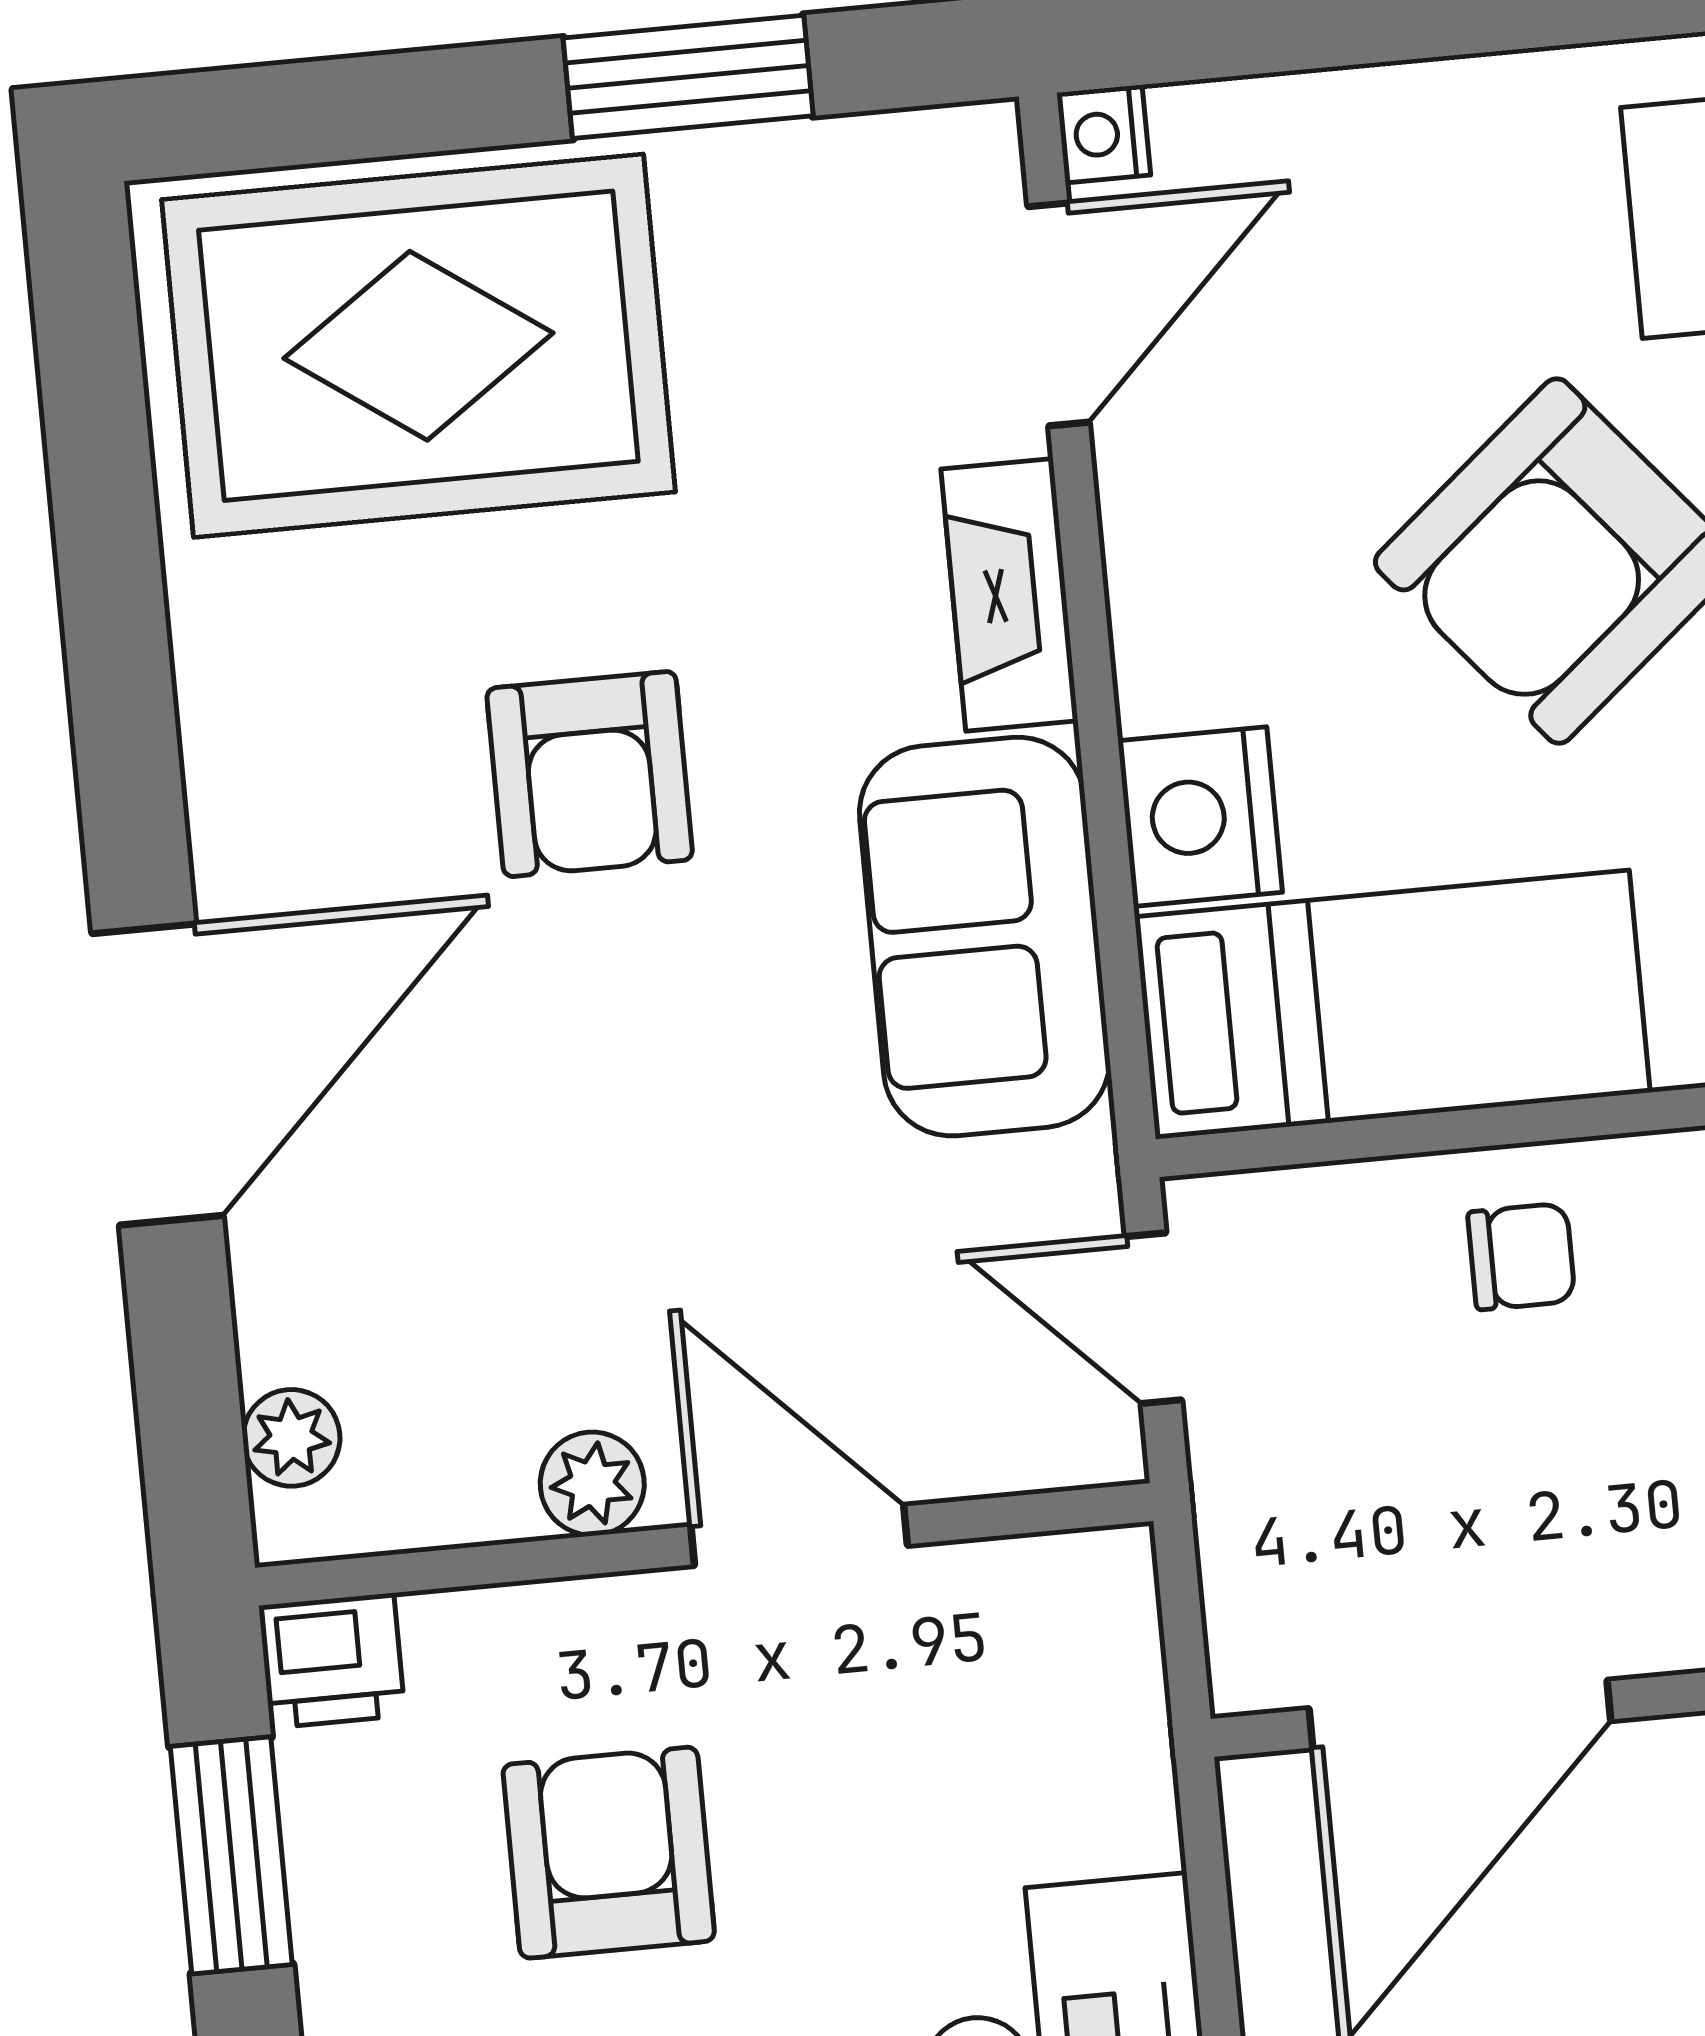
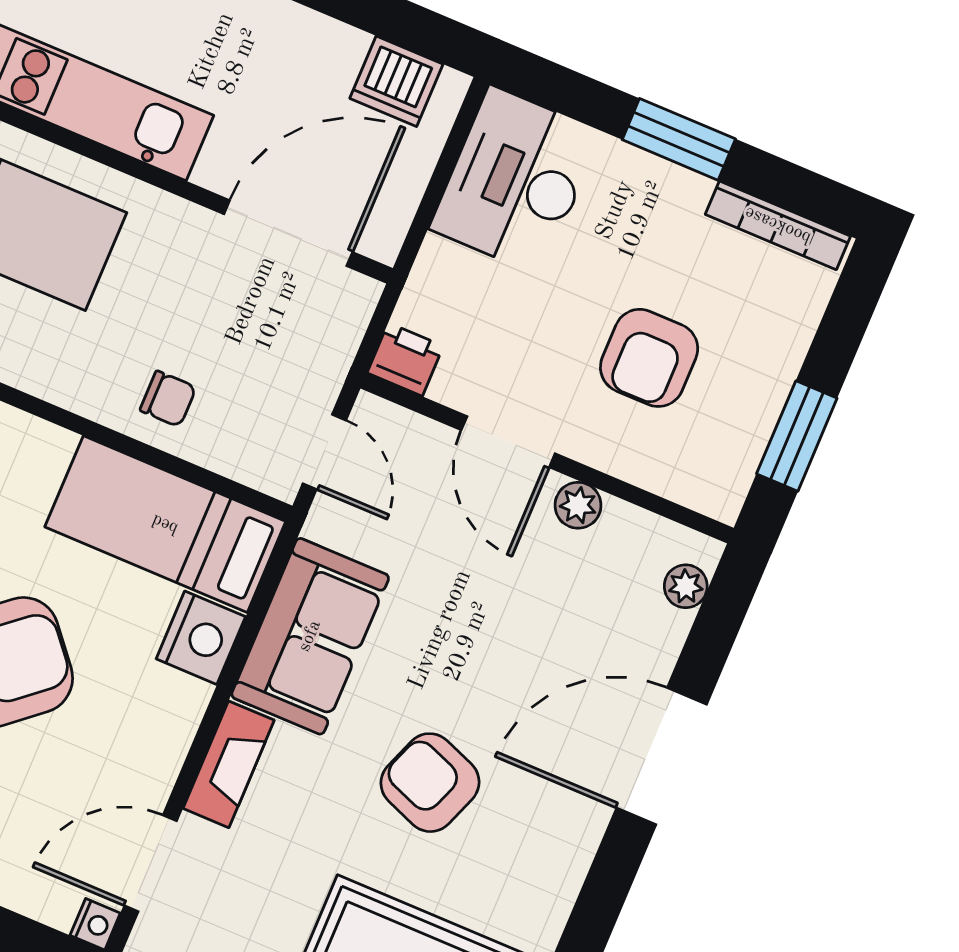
armchair: (590, 774) -> (430, 783), turned -69
chair: (1521, 1257) -> (168, 399), turned 180
printer: (332, 1661) -> (405, 359), moved

